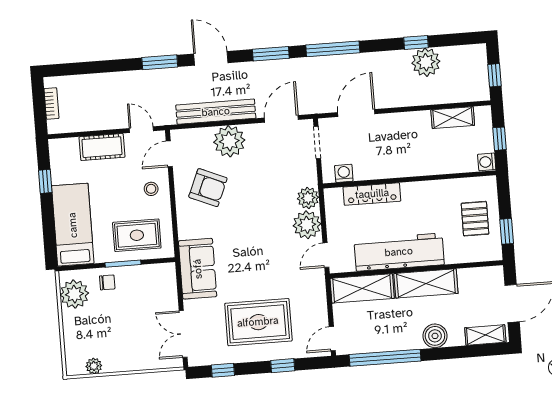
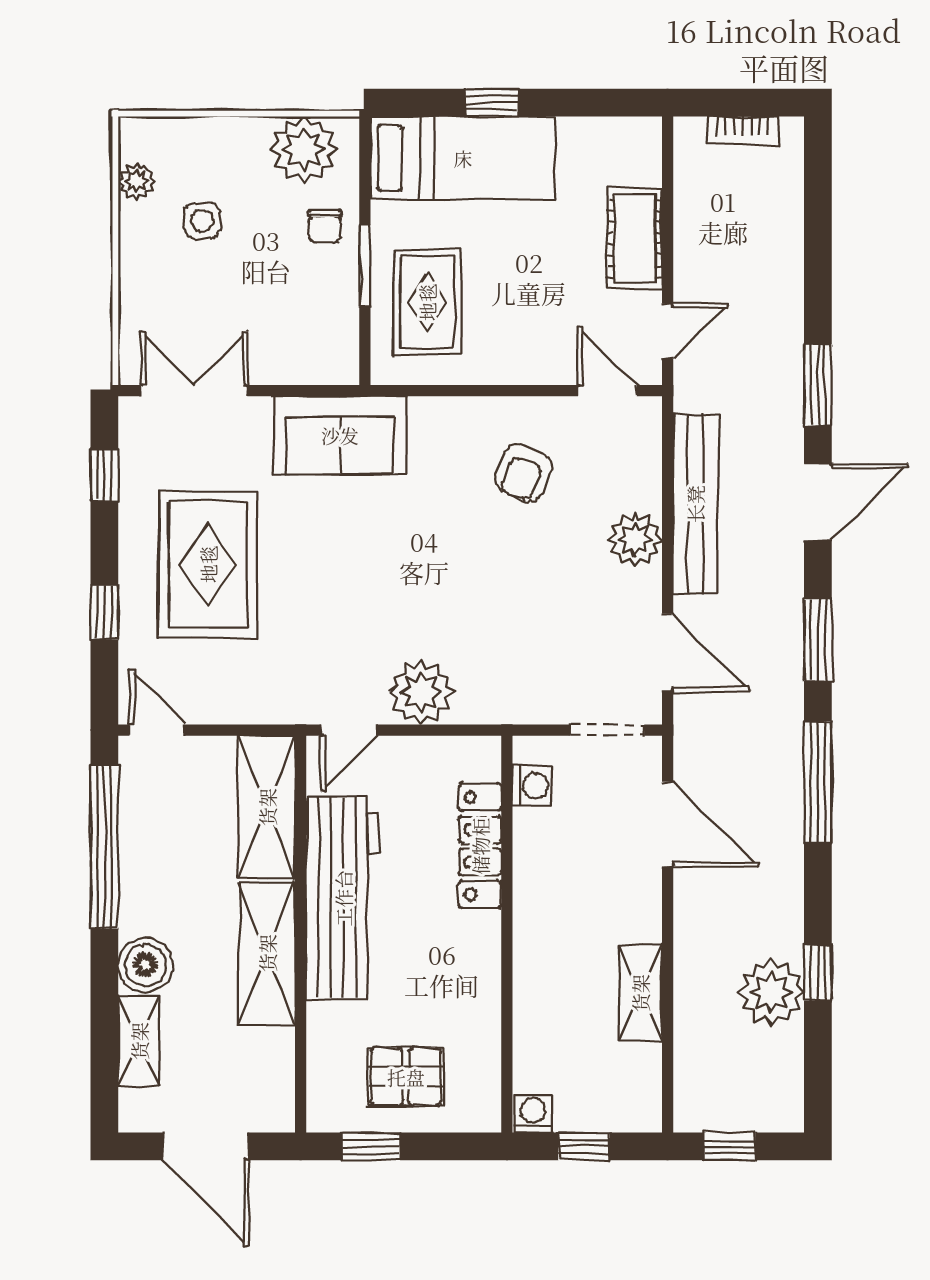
shelving: (453, 118) -> (640, 993), moved
plant: (229, 141) -> (635, 539), width x0.73, depth x0.73
window: (45, 181) -> (492, 103), moved
armchair: (208, 188) -> (524, 473), width x0.72, depth x0.72
stool: (151, 189) -> (531, 343), removed
plant: (308, 198) -> (482, 699), removed
door: (326, 255) -> (349, 730), swing flipped
shelving: (485, 335) -> (139, 1041), moved
side table: (109, 336) -> (202, 221), added

